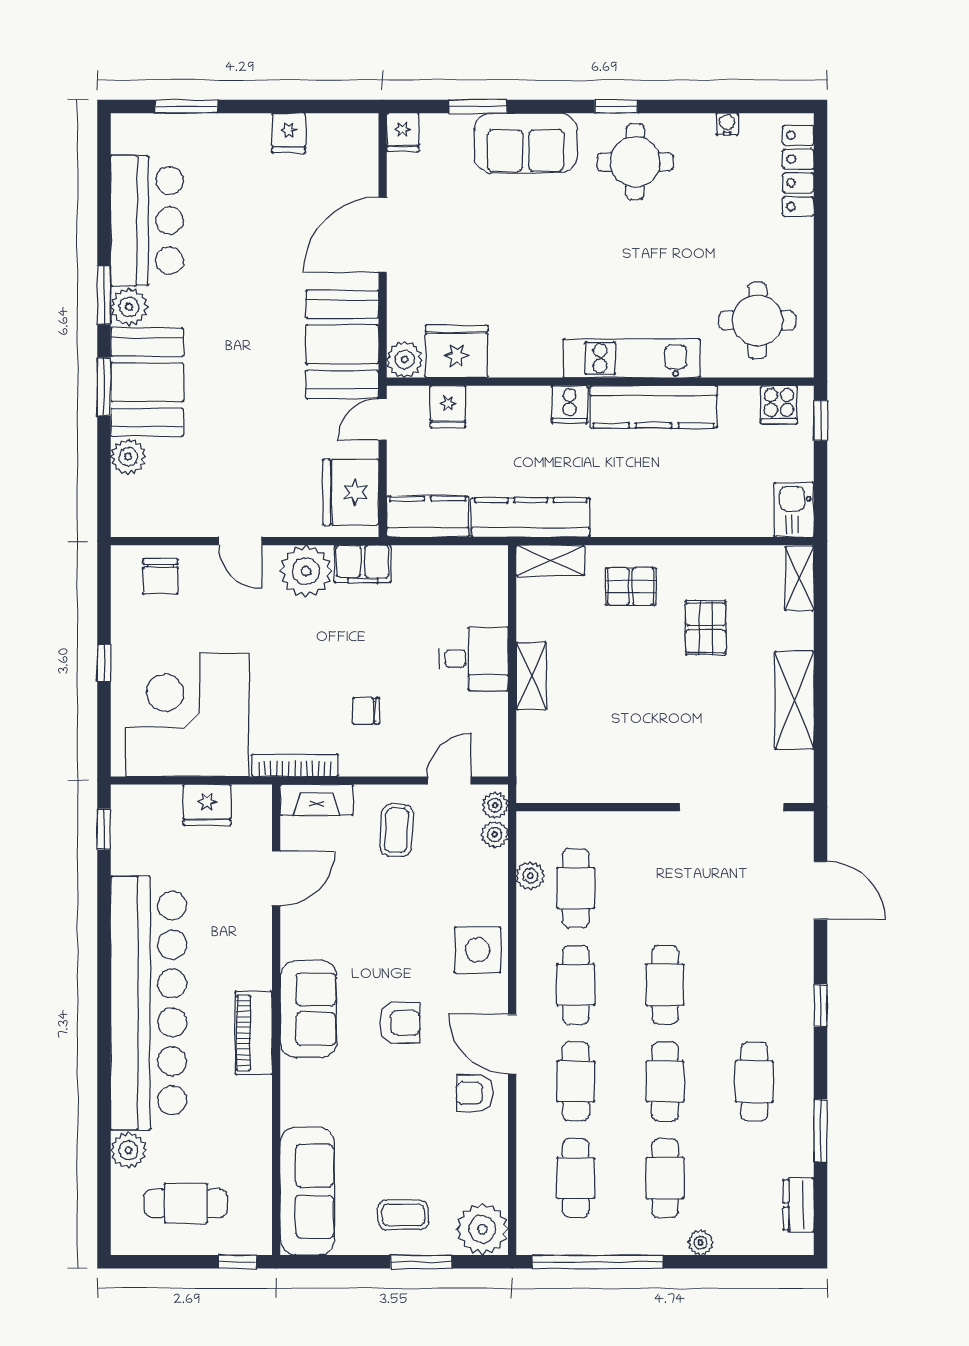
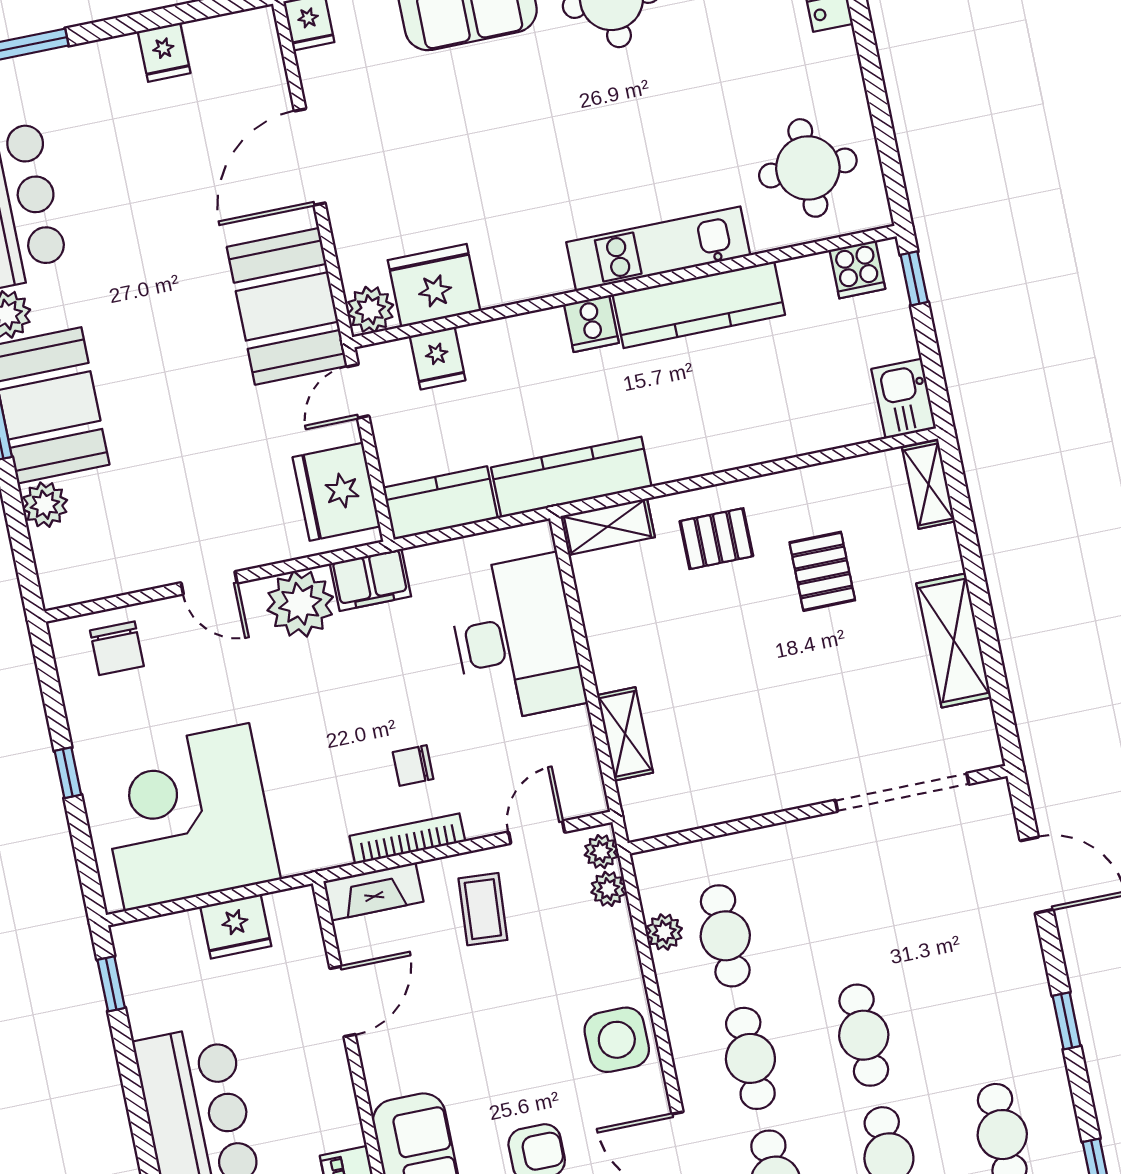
desk: (474, 659) -> (516, 639), width x1.87, depth x1.30
shelving: (531, 676) -> (625, 734), moved
bookcase: (295, 765) -> (407, 839), moved

